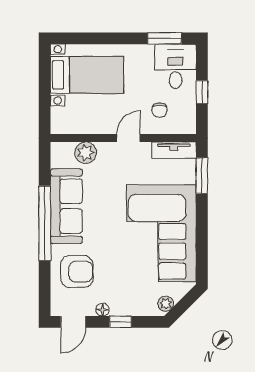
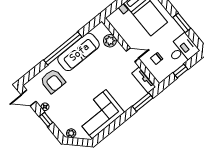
window: (165, 38) -> (182, 23), moved
corner sofa: (161, 233) -> (99, 114), width x0.73, depth x0.74

